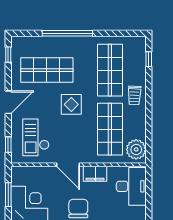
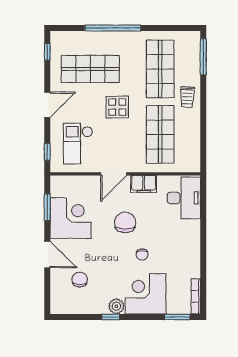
window: (149, 59) -> (203, 57), width x2.17
plant: (136, 149) -> (189, 157), removed
door: (68, 165) -> (114, 174), hinge flipped

